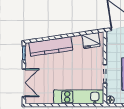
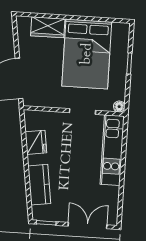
fridge: (91, 41) -> (36, 142), moved
kitchen counter: (51, 46) -> (39, 185), width x0.67

